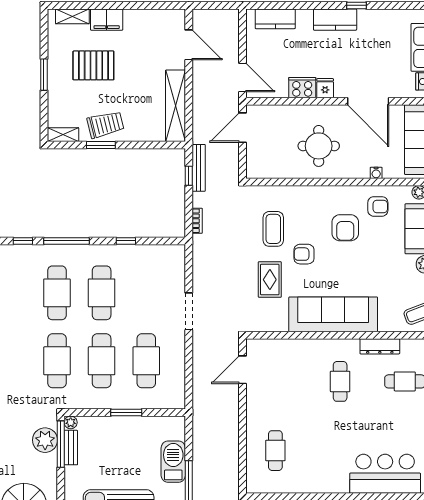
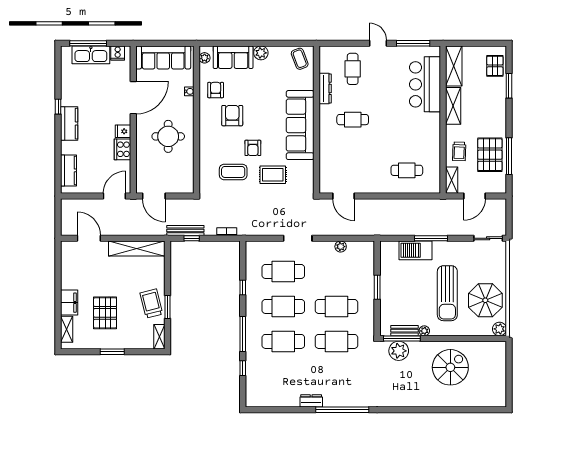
door: (189, 45) -> (89, 238), hinge flipped
armchair: (345, 228) -> (232, 116), turned -90
cafe table: (146, 361) -> (283, 271), moved
plant: (178, 366) -> (341, 247), added
plant: (71, 422) -> (424, 331), moved

